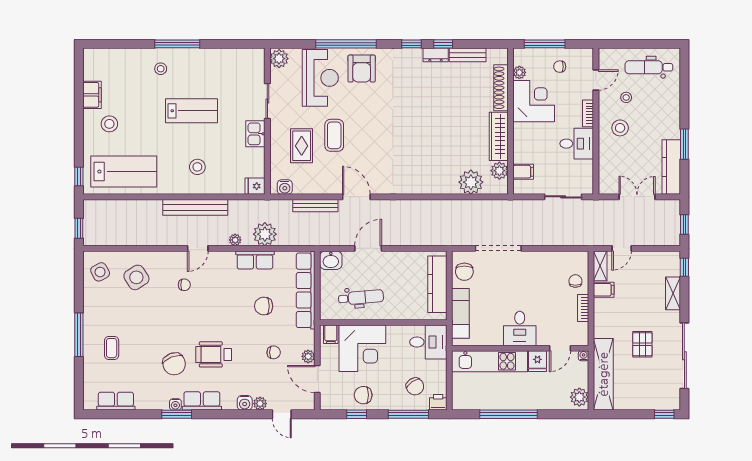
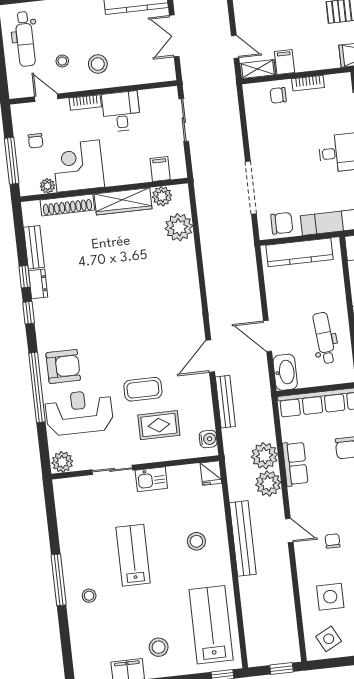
plant: (235, 240) -> (268, 483), width x1.88, depth x1.88
washbasin: (331, 260) -> (285, 372), width x1.38
side table: (136, 277) -> (330, 597), turned 32

